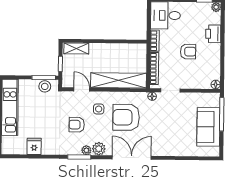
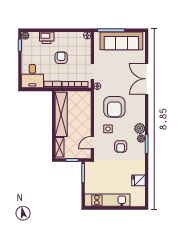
shelving: (119, 80) -> (61, 114), moved
stool: (45, 86) -> (90, 172), removed
sofa: (208, 127) -> (121, 41), width x1.36
double door: (132, 158) -> (147, 79), moved

